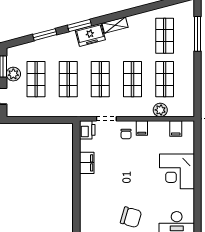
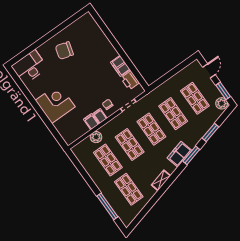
shelving: (115, 25) -> (161, 180), moved
plant: (13, 74) -> (222, 103), moved
filing cabinet: (176, 128) -> (91, 122), moved
printer: (87, 130) -> (130, 80), moved

